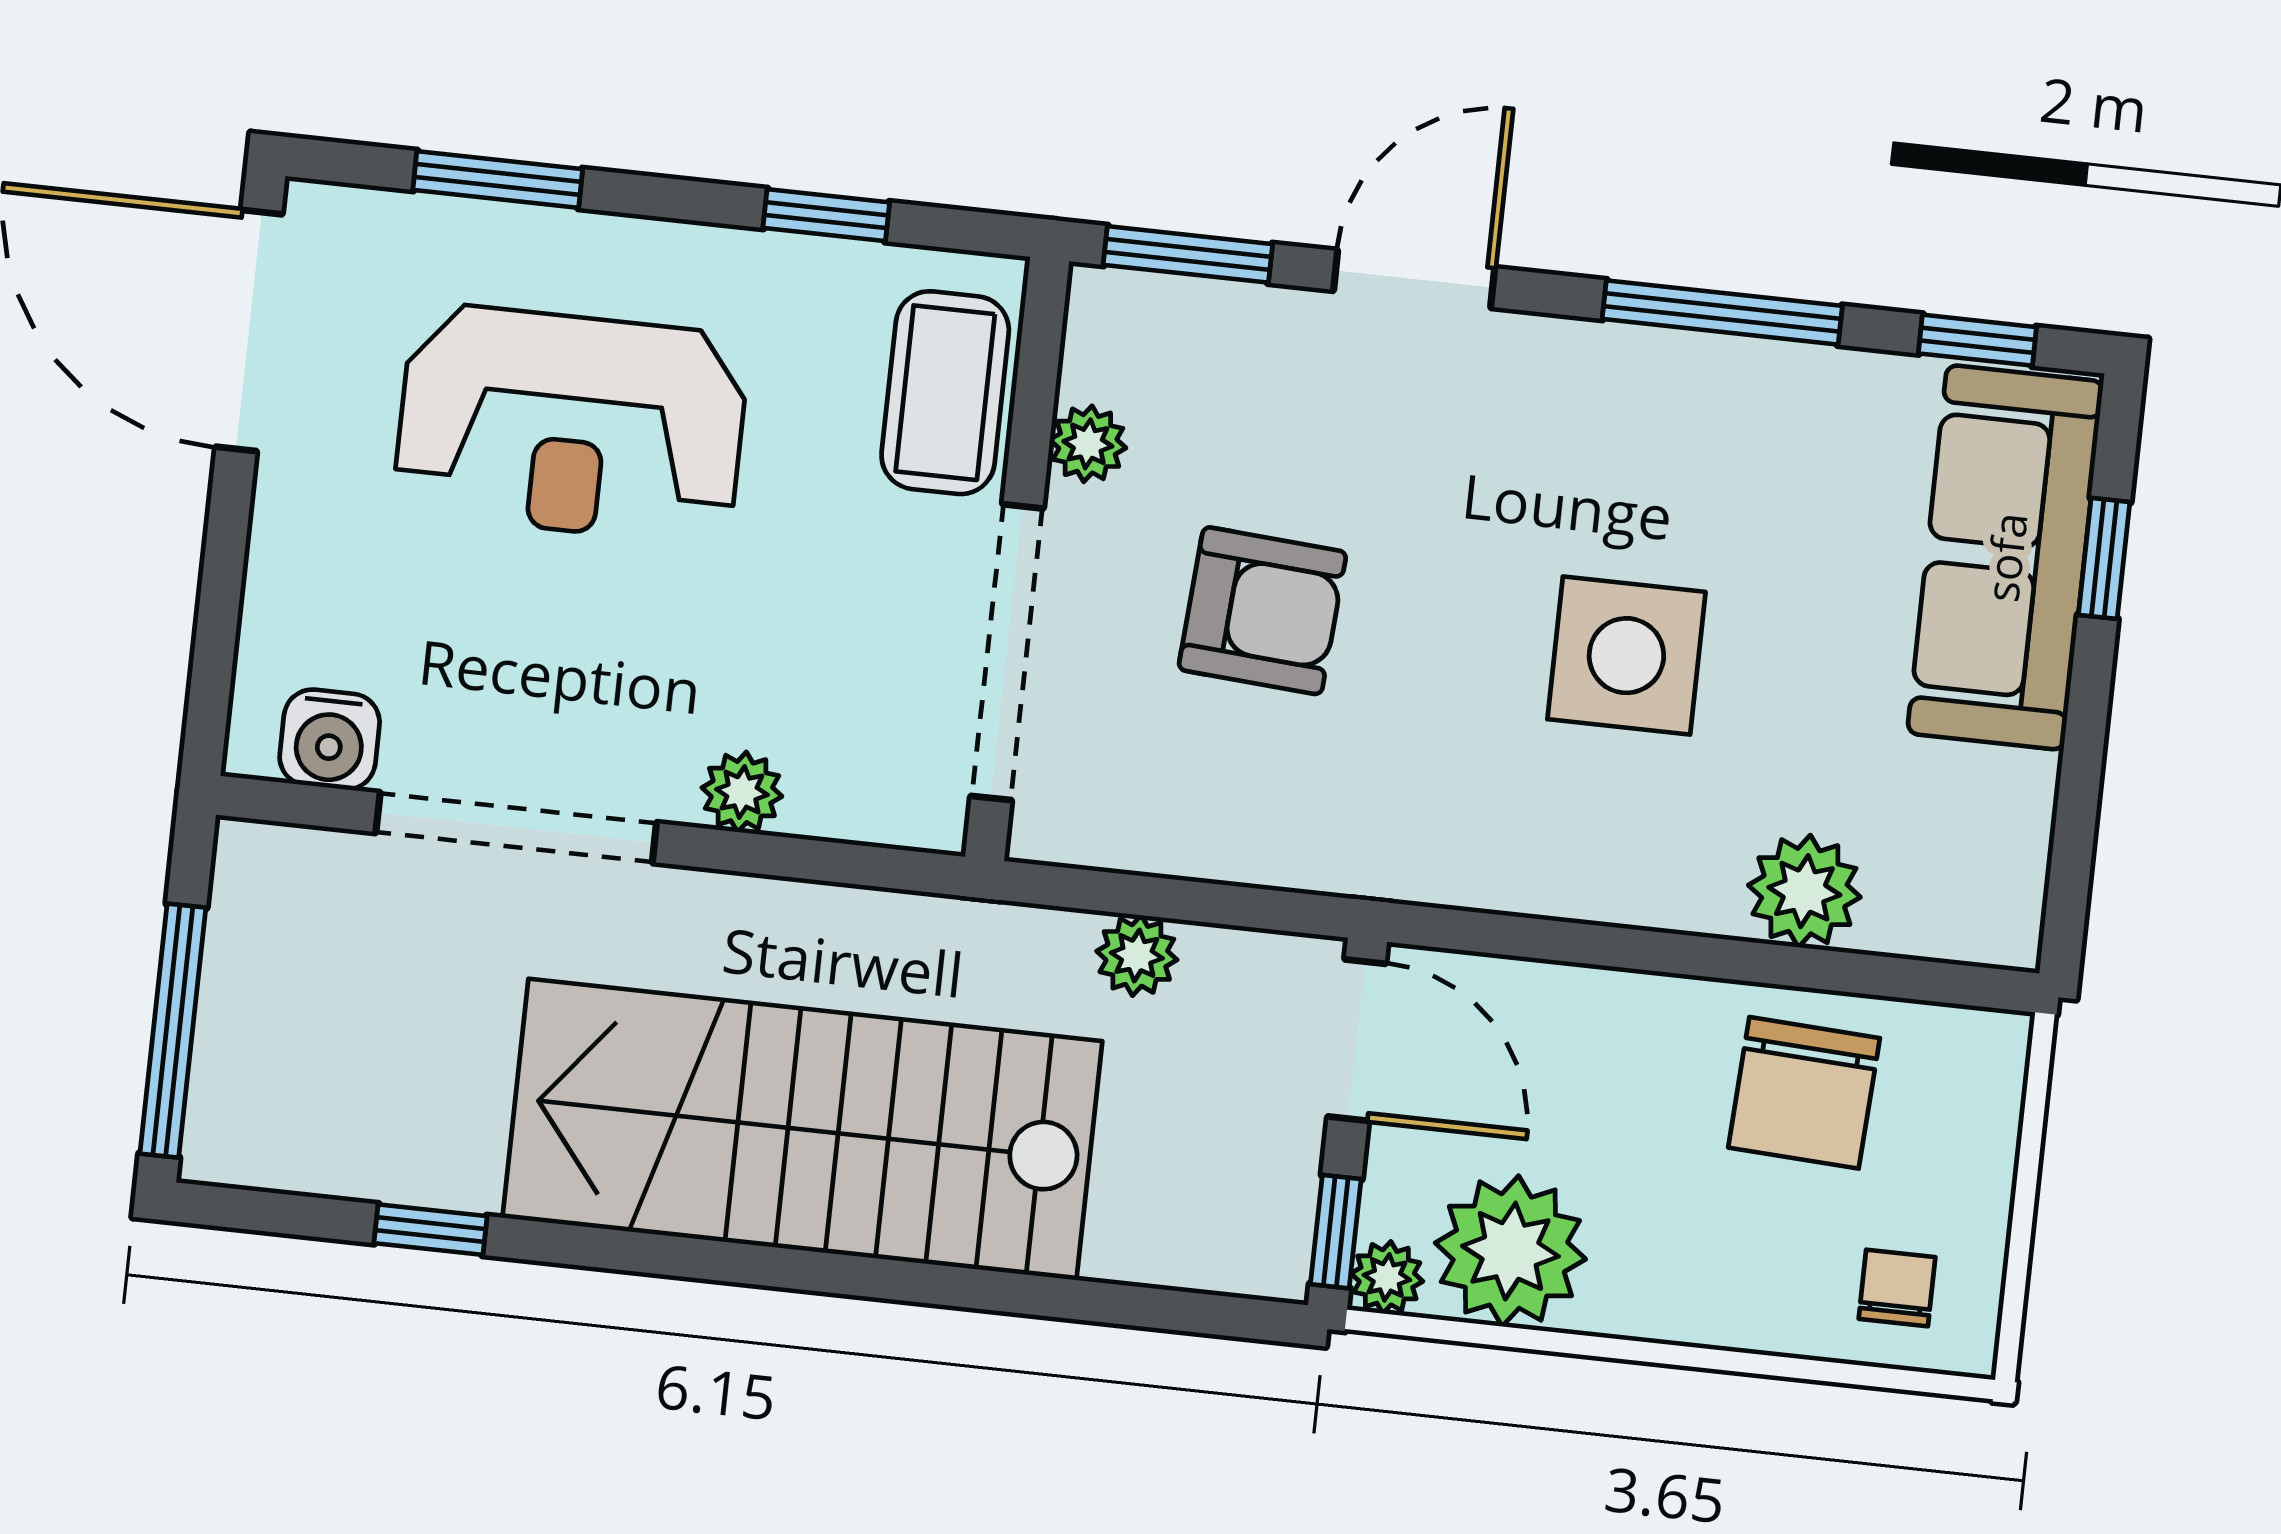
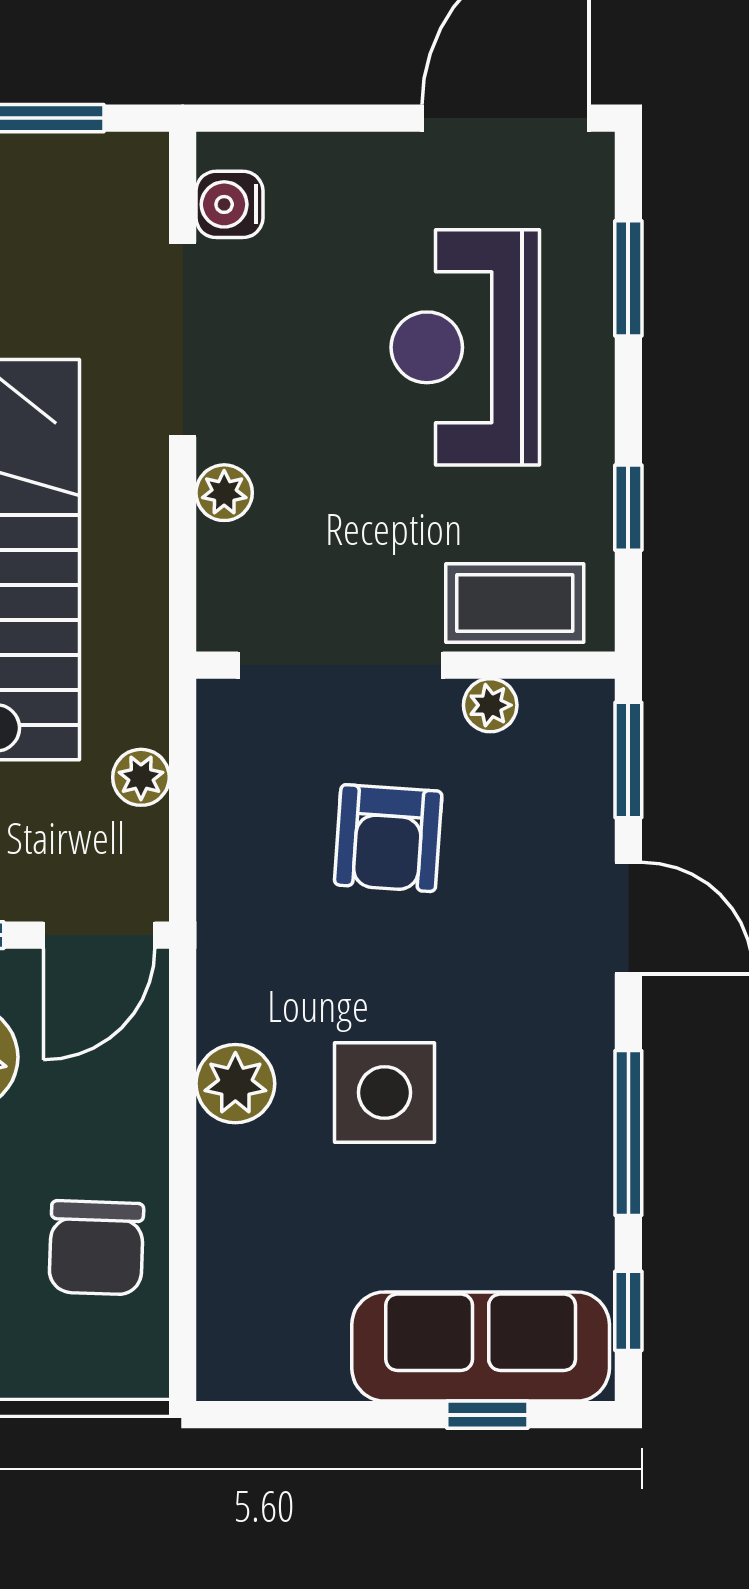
plant: (1804, 891) -> (235, 1084), moved
chair: (1804, 1093) -> (96, 1248), turned -91

